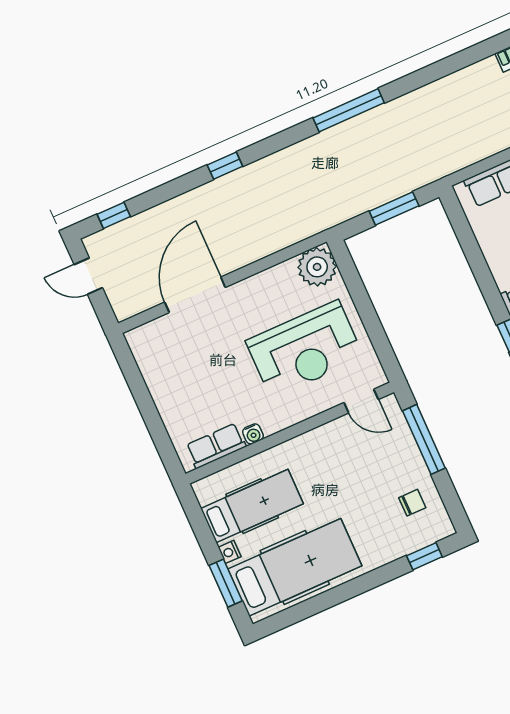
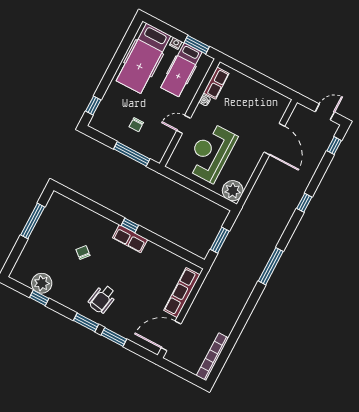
door: (361, 401) -> (184, 124), moved
chair: (412, 503) -> (136, 125), moved
window: (226, 583) -> (197, 45), moved

